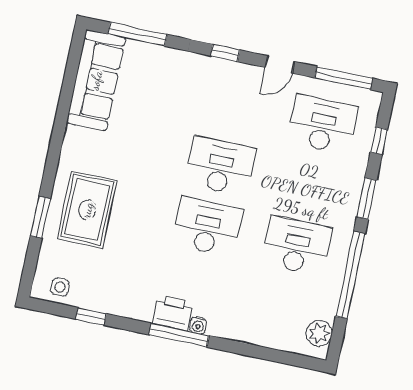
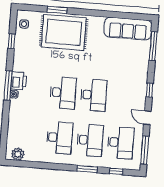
desk: (310, 185) -> (90, 140), added
rug: (87, 210) -> (64, 32), width x1.37, depth x1.44
window: (350, 275) -> (48, 166), removed

